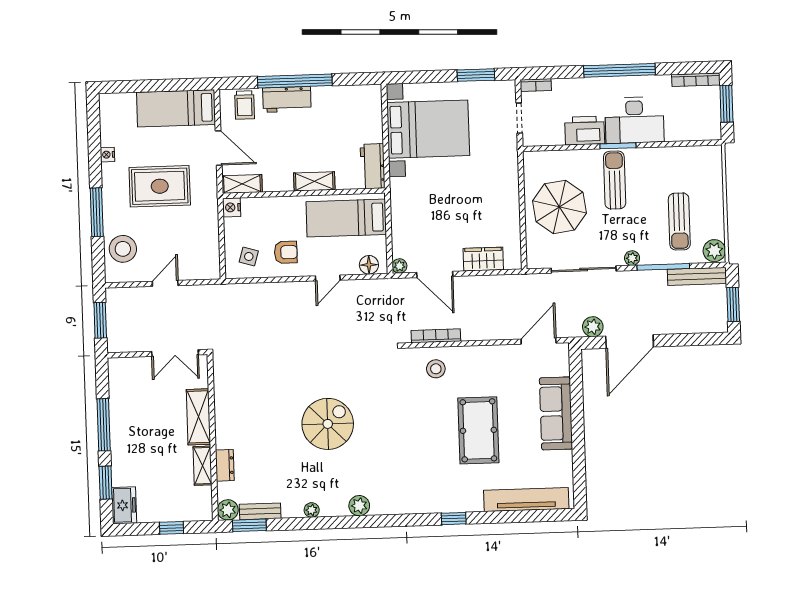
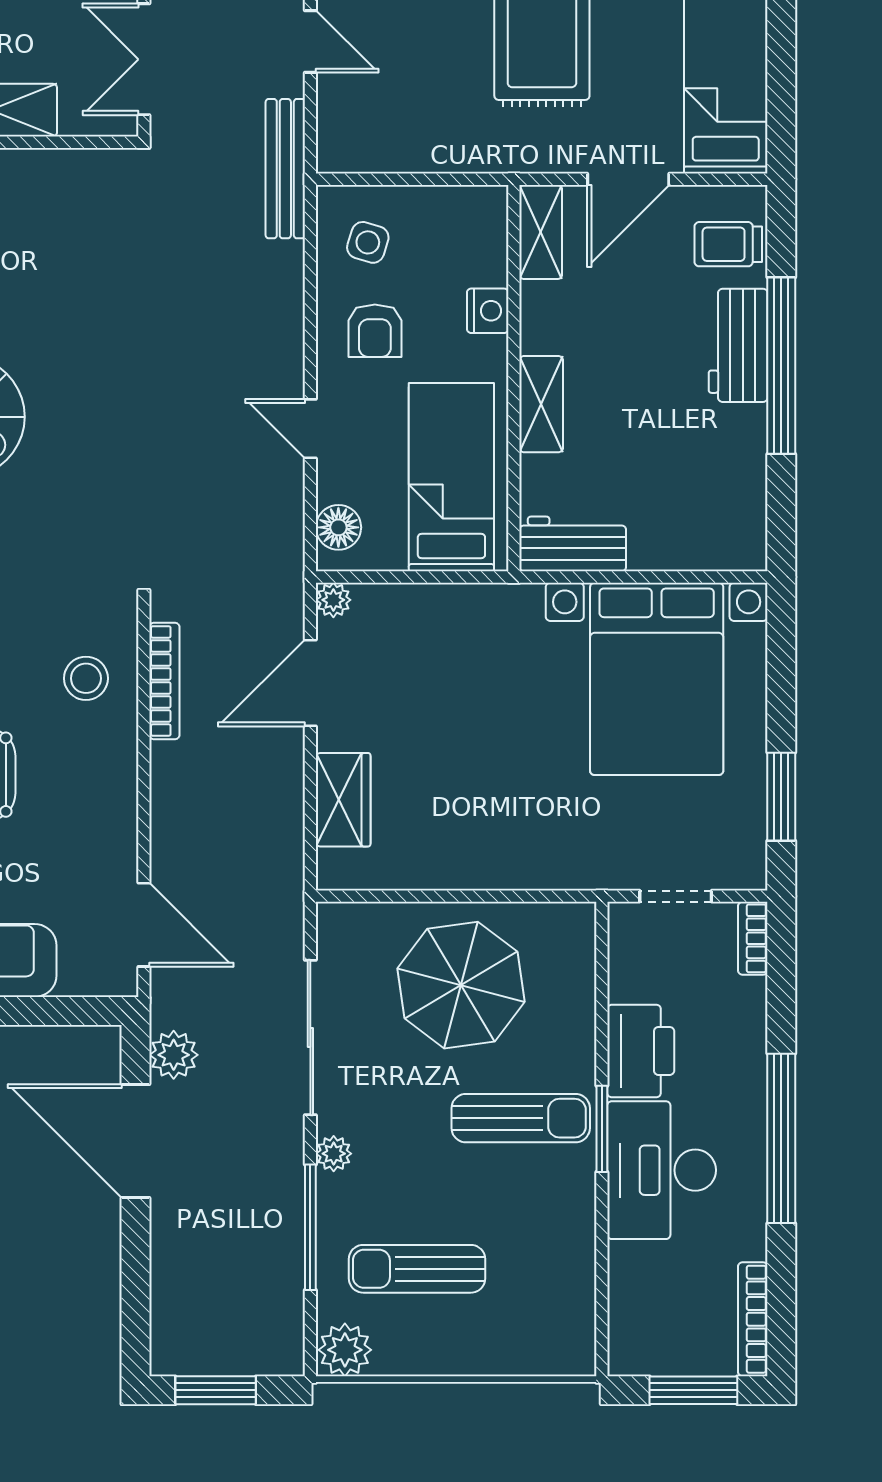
nightstand: (232, 207) -> (488, 311), moved, turned 90
bench: (697, 276) -> (285, 169), moved

